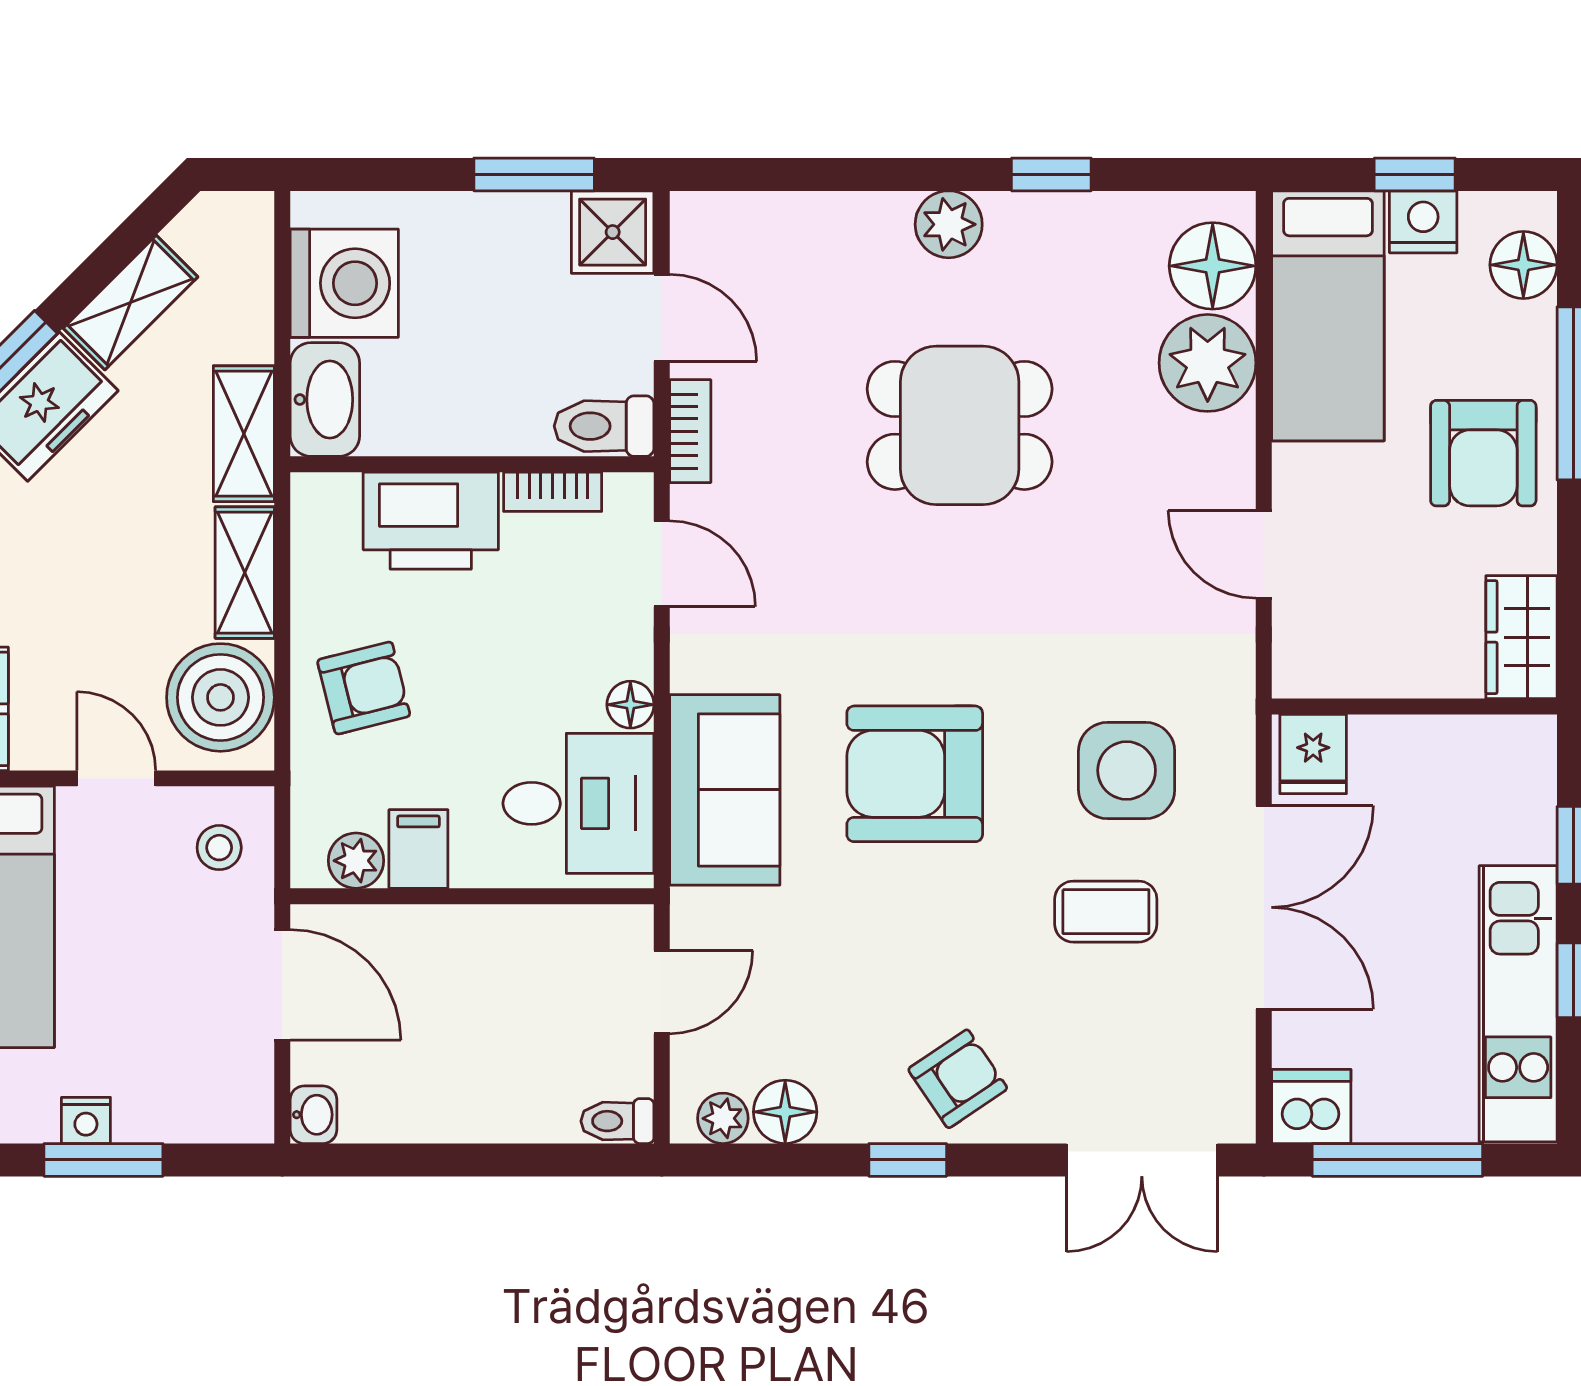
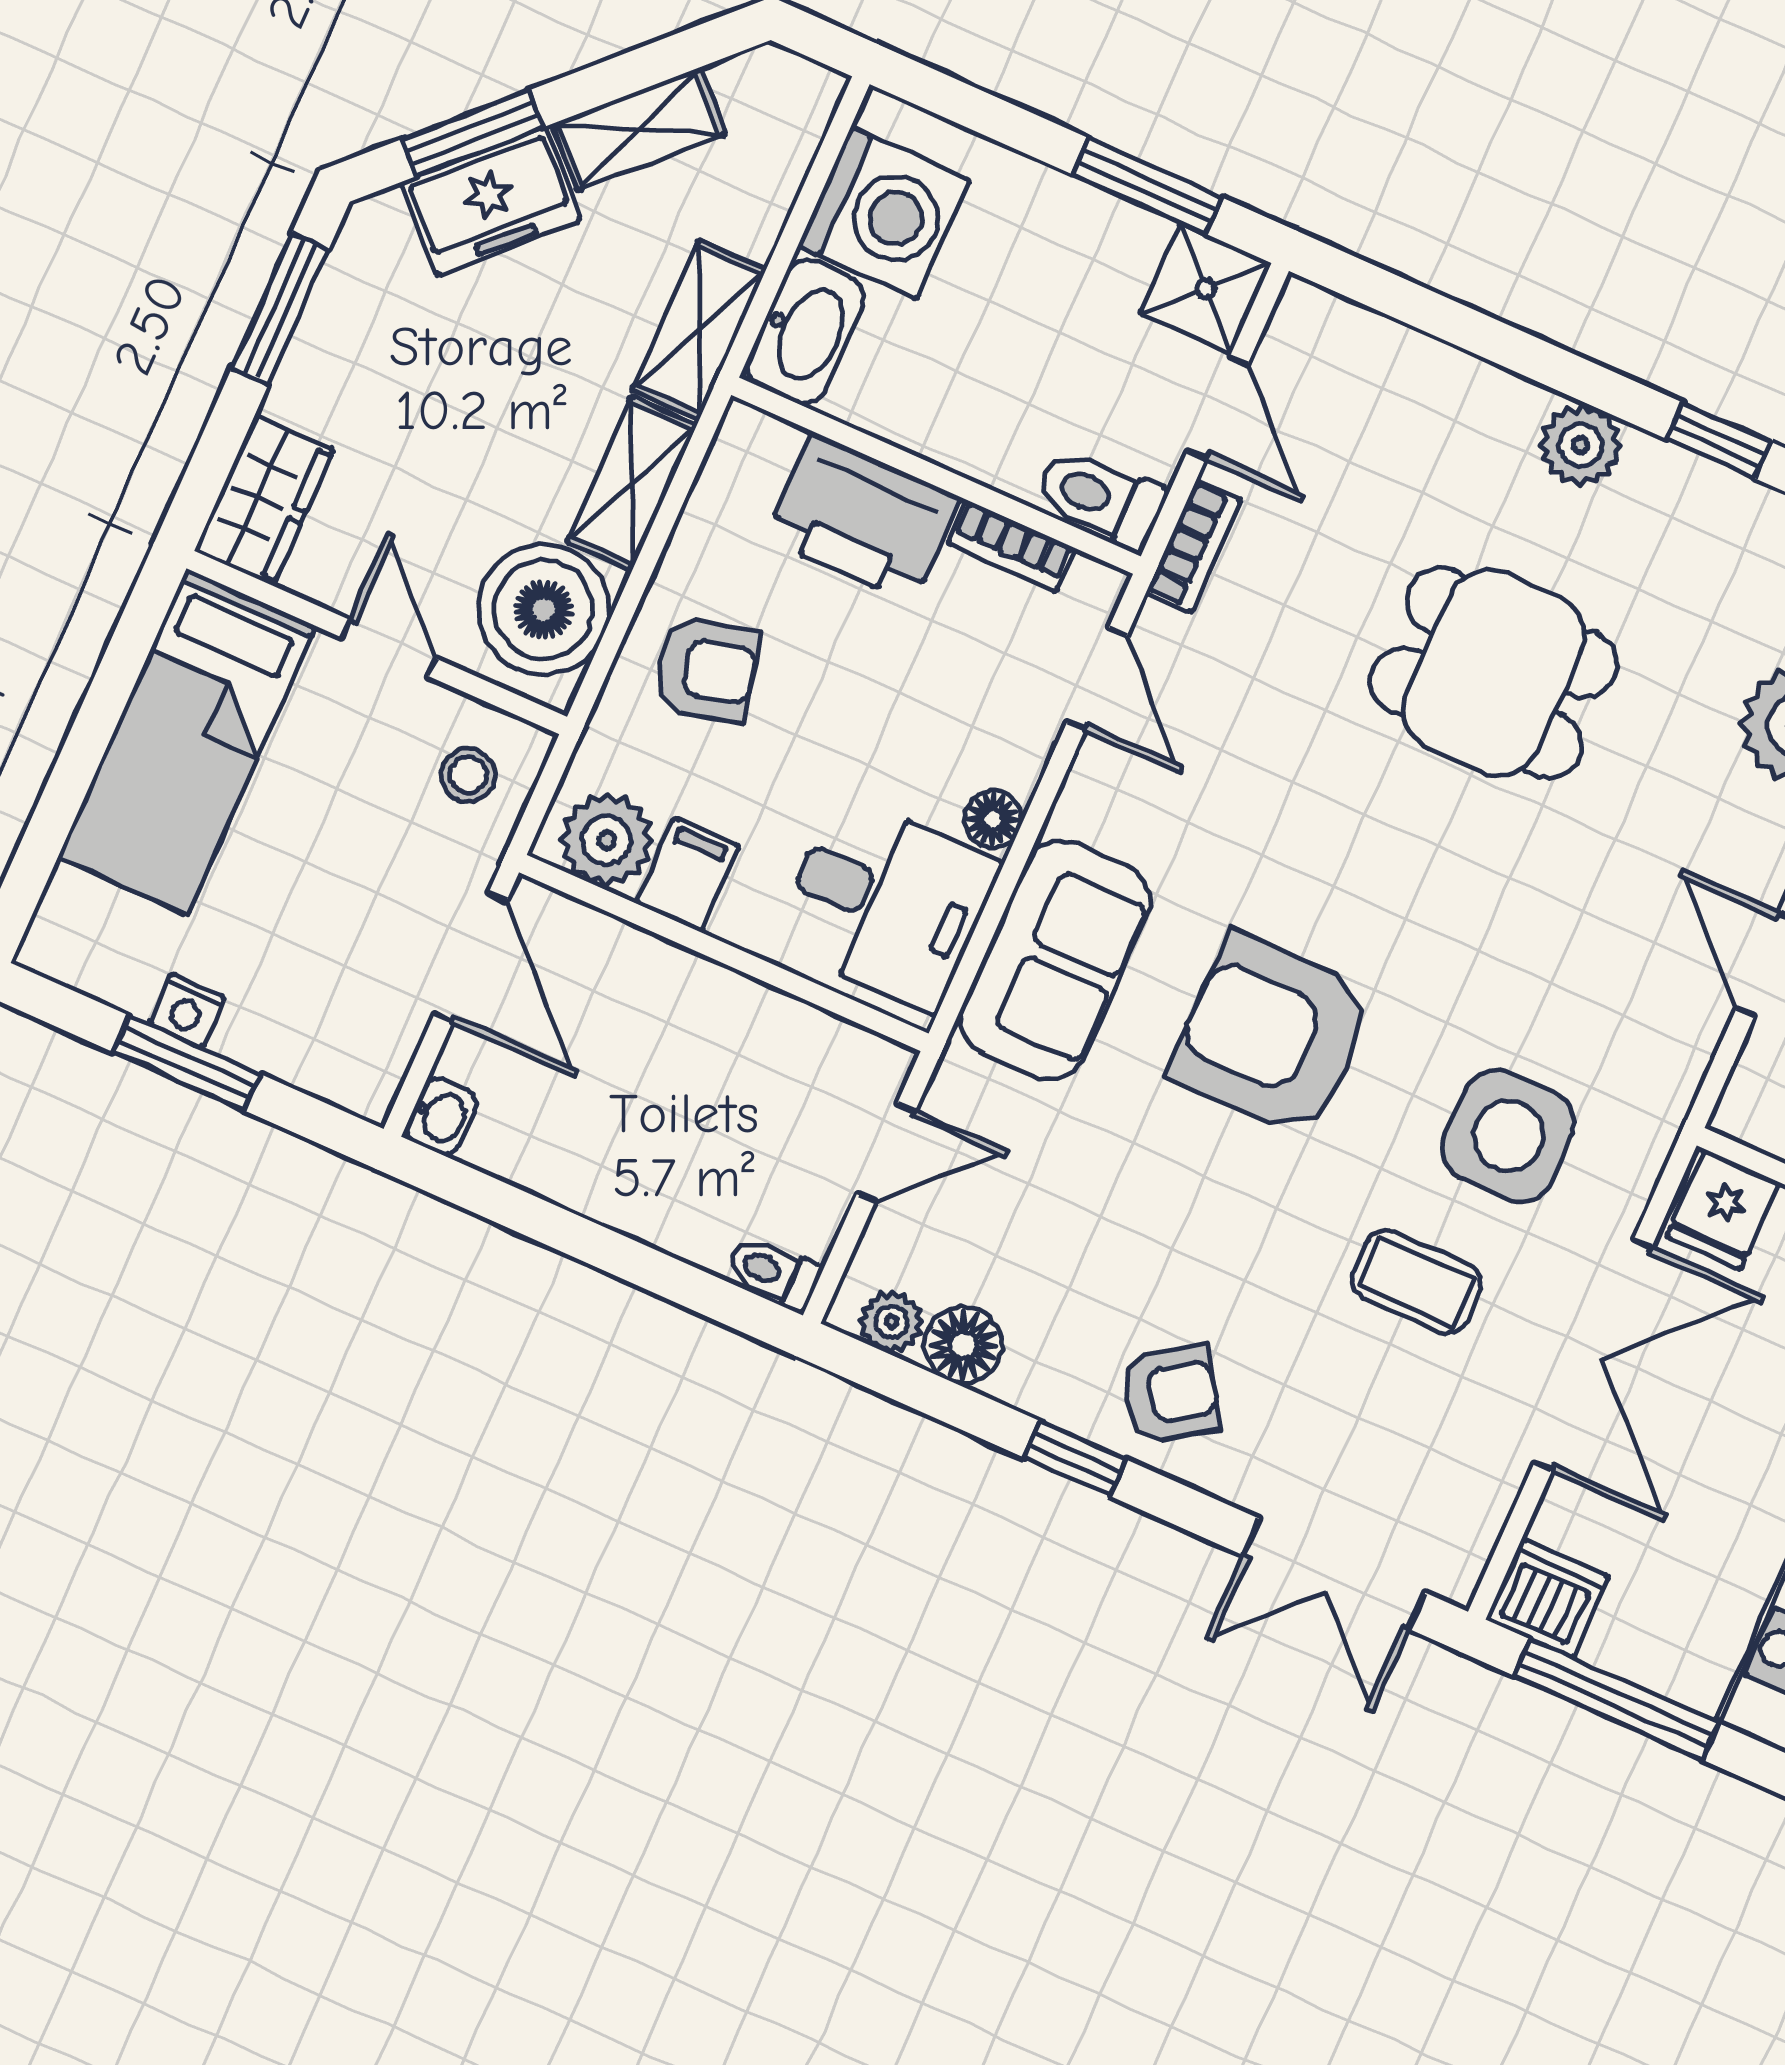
plant: (356, 861) -> (607, 840), width x1.38, depth x1.38

